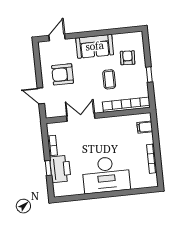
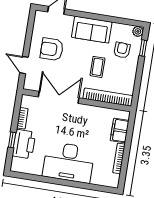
plant: (138, 37) -> (138, 31), added
window: (149, 74) -> (143, 48), moved
double door: (81, 117) -> (59, 97), width x1.37
filing cabinet: (145, 127) -> (120, 130), width x2.00

